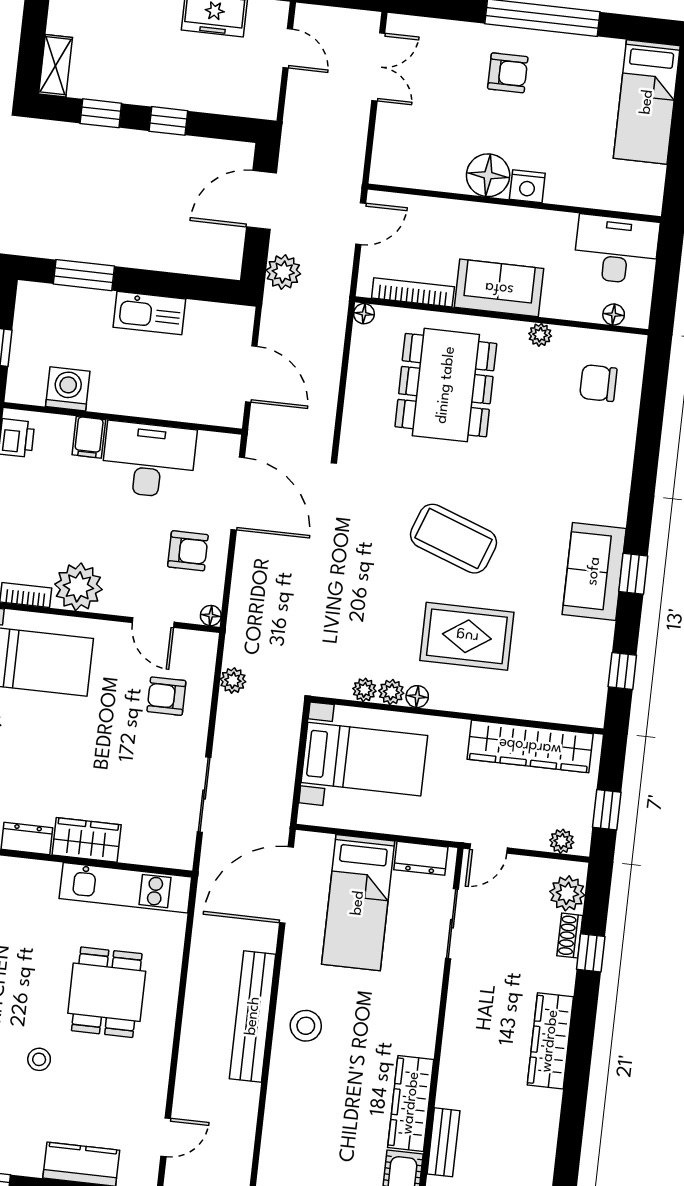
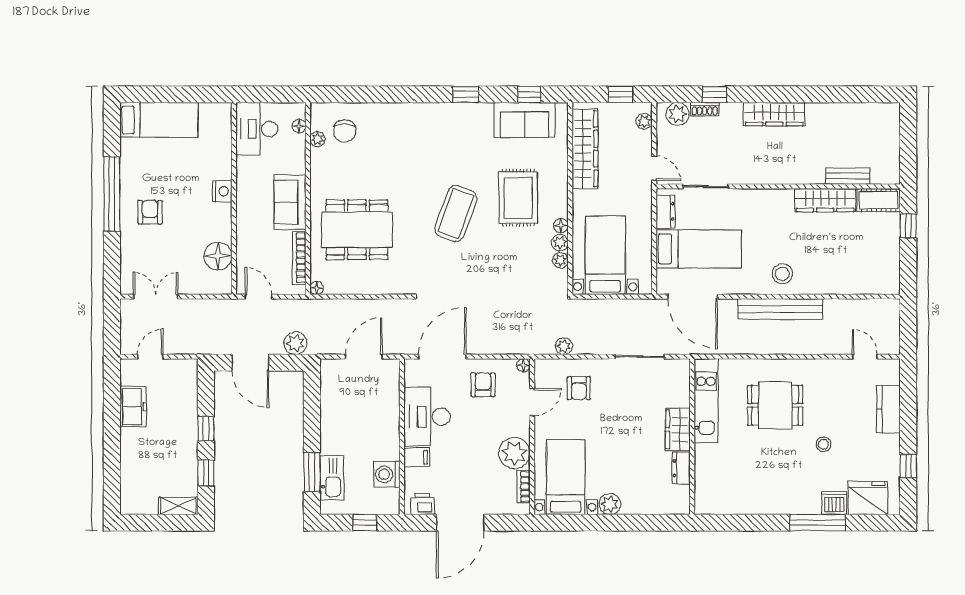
floor lamp: (488, 175) -> (218, 256), moved
kitchen sink: (149, 313) -> (332, 478), moved
plant: (540, 335) -> (317, 139), moved
sofa: (594, 571) -> (525, 120), moved

